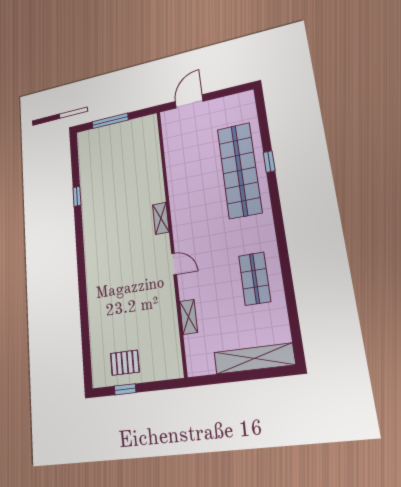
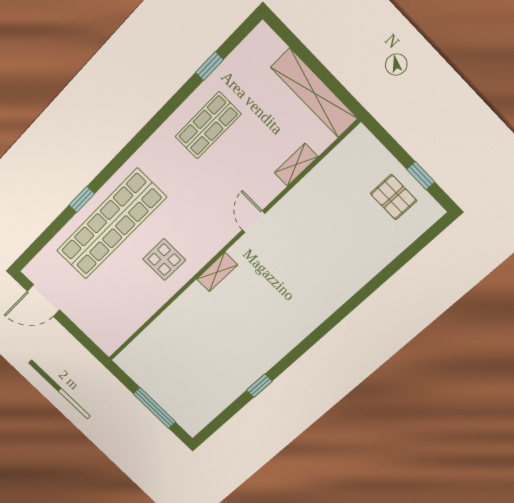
door: (189, 101) -> (44, 301), moved
display table: (193, 190) -> (164, 260), added
window: (292, 307) -> (209, 66), added
shelving: (254, 359) -> (314, 93), moved

